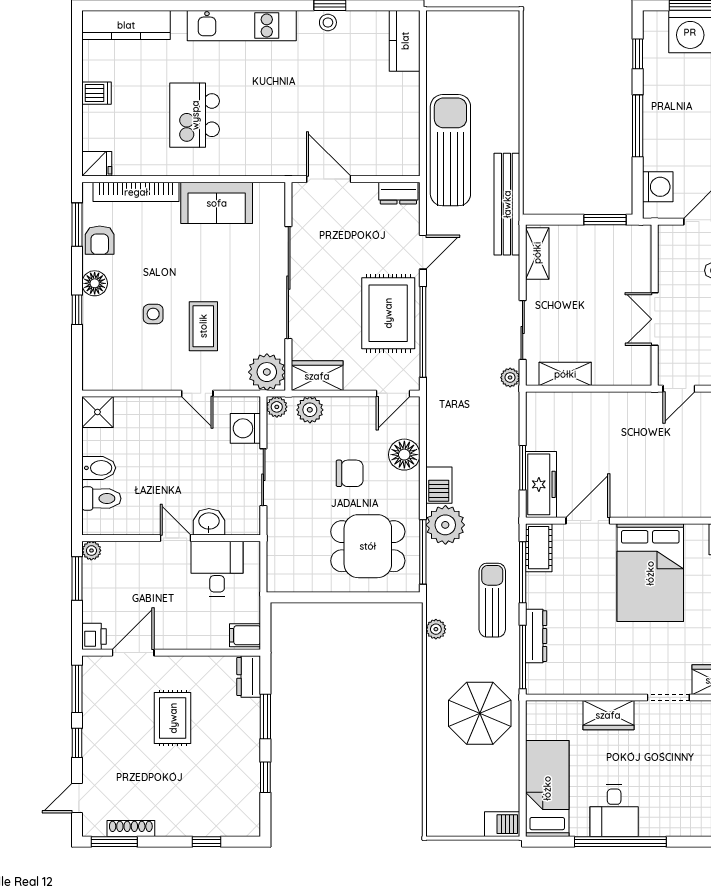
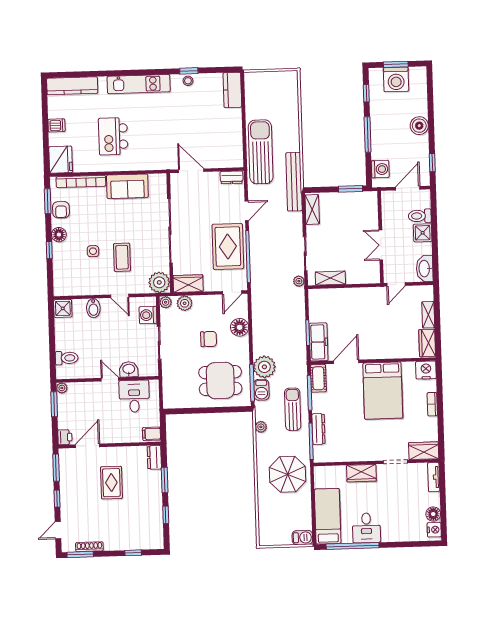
fridge: (97, 164) -> (61, 160), width x1.88, depth x1.34
bidet: (99, 468) -> (93, 308), moved, turned 90
barbecue: (439, 485) -> (261, 390), moved
window: (620, 842) -> (353, 546), moved

